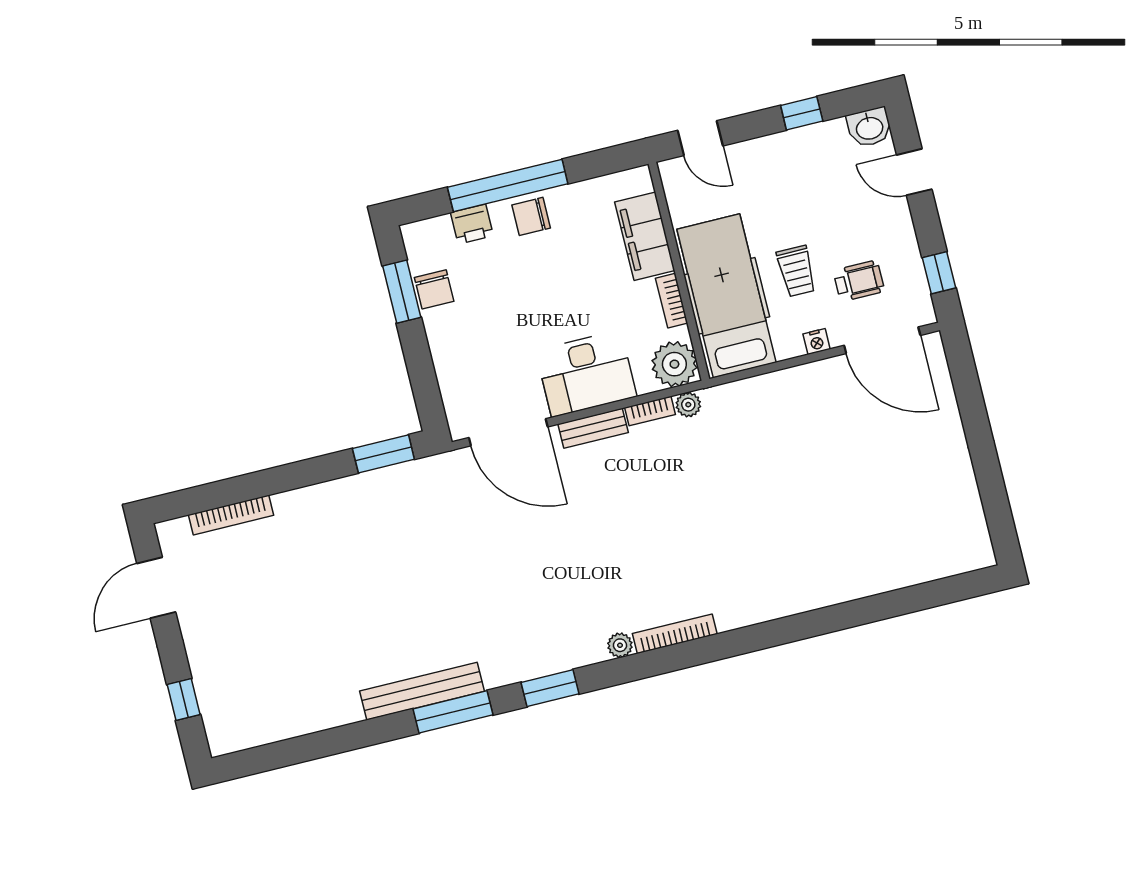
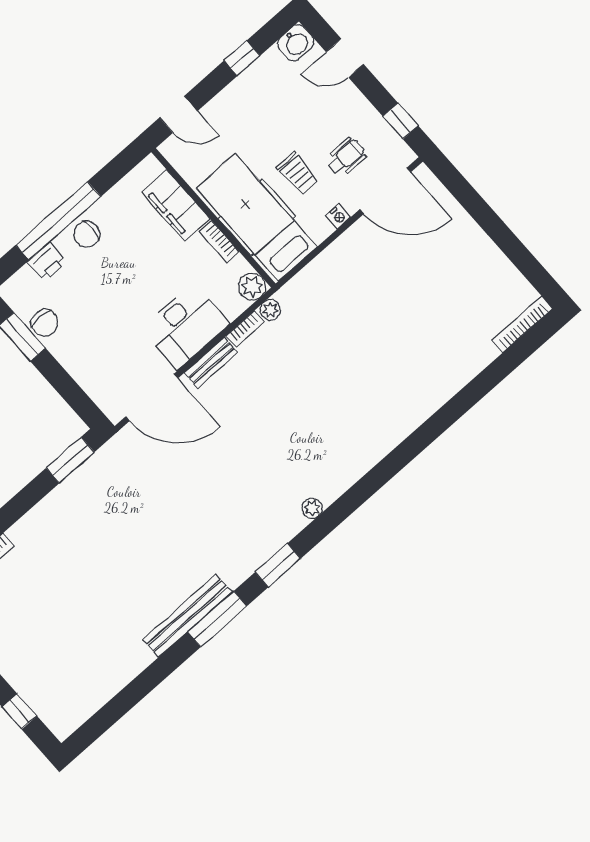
plant: (674, 364) -> (252, 287), width x0.73, depth x0.73
bookcase: (675, 634) -> (522, 324), moved

